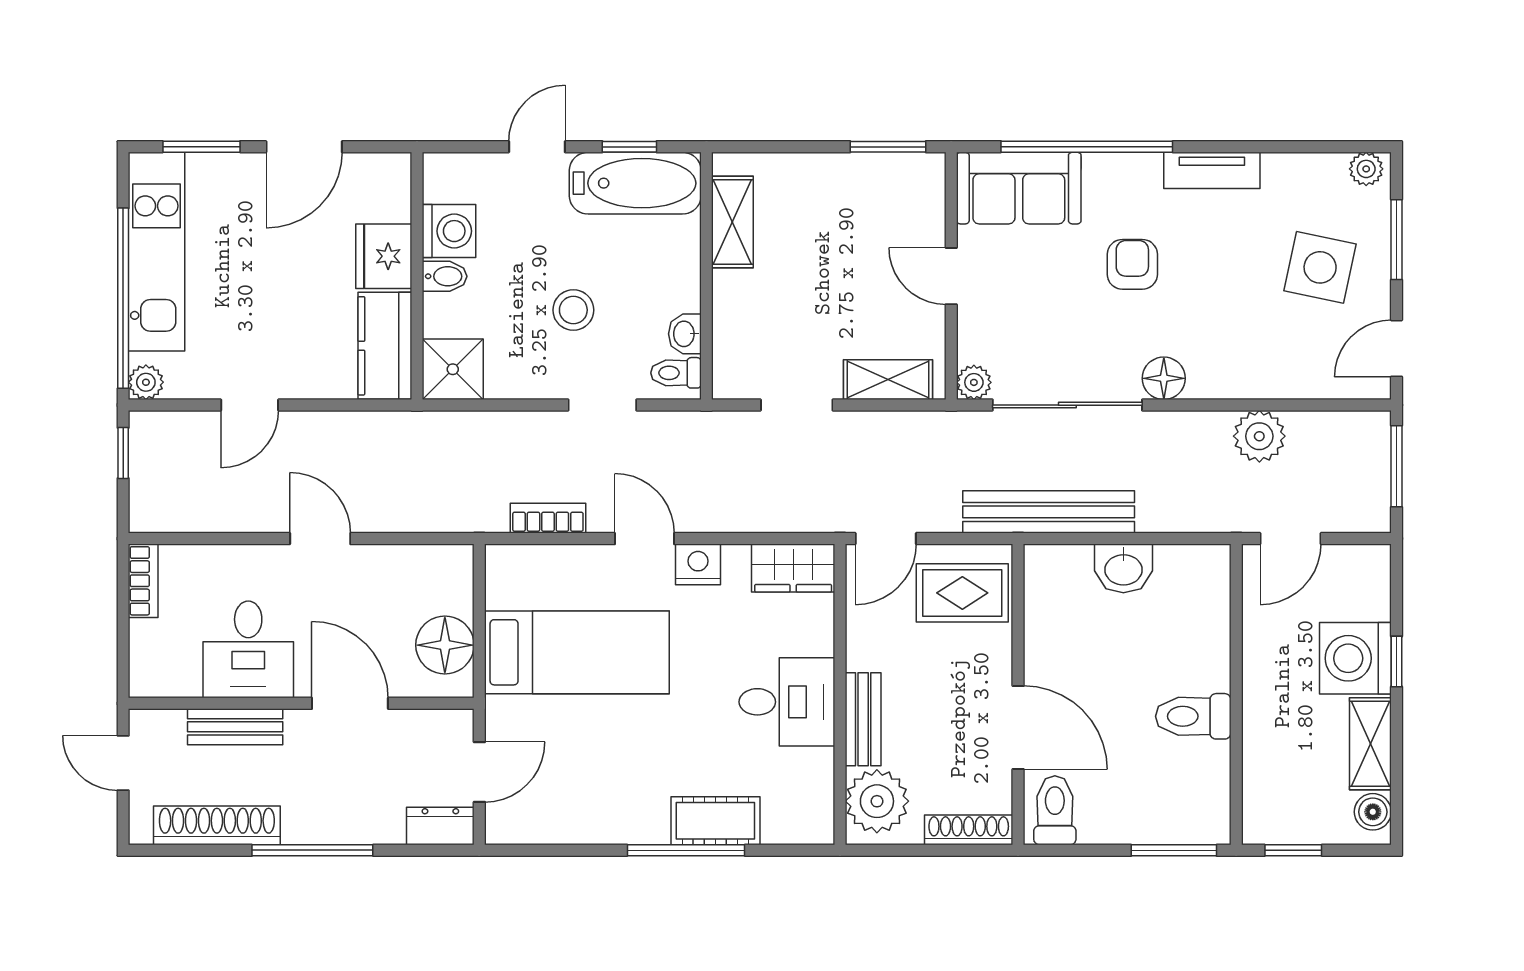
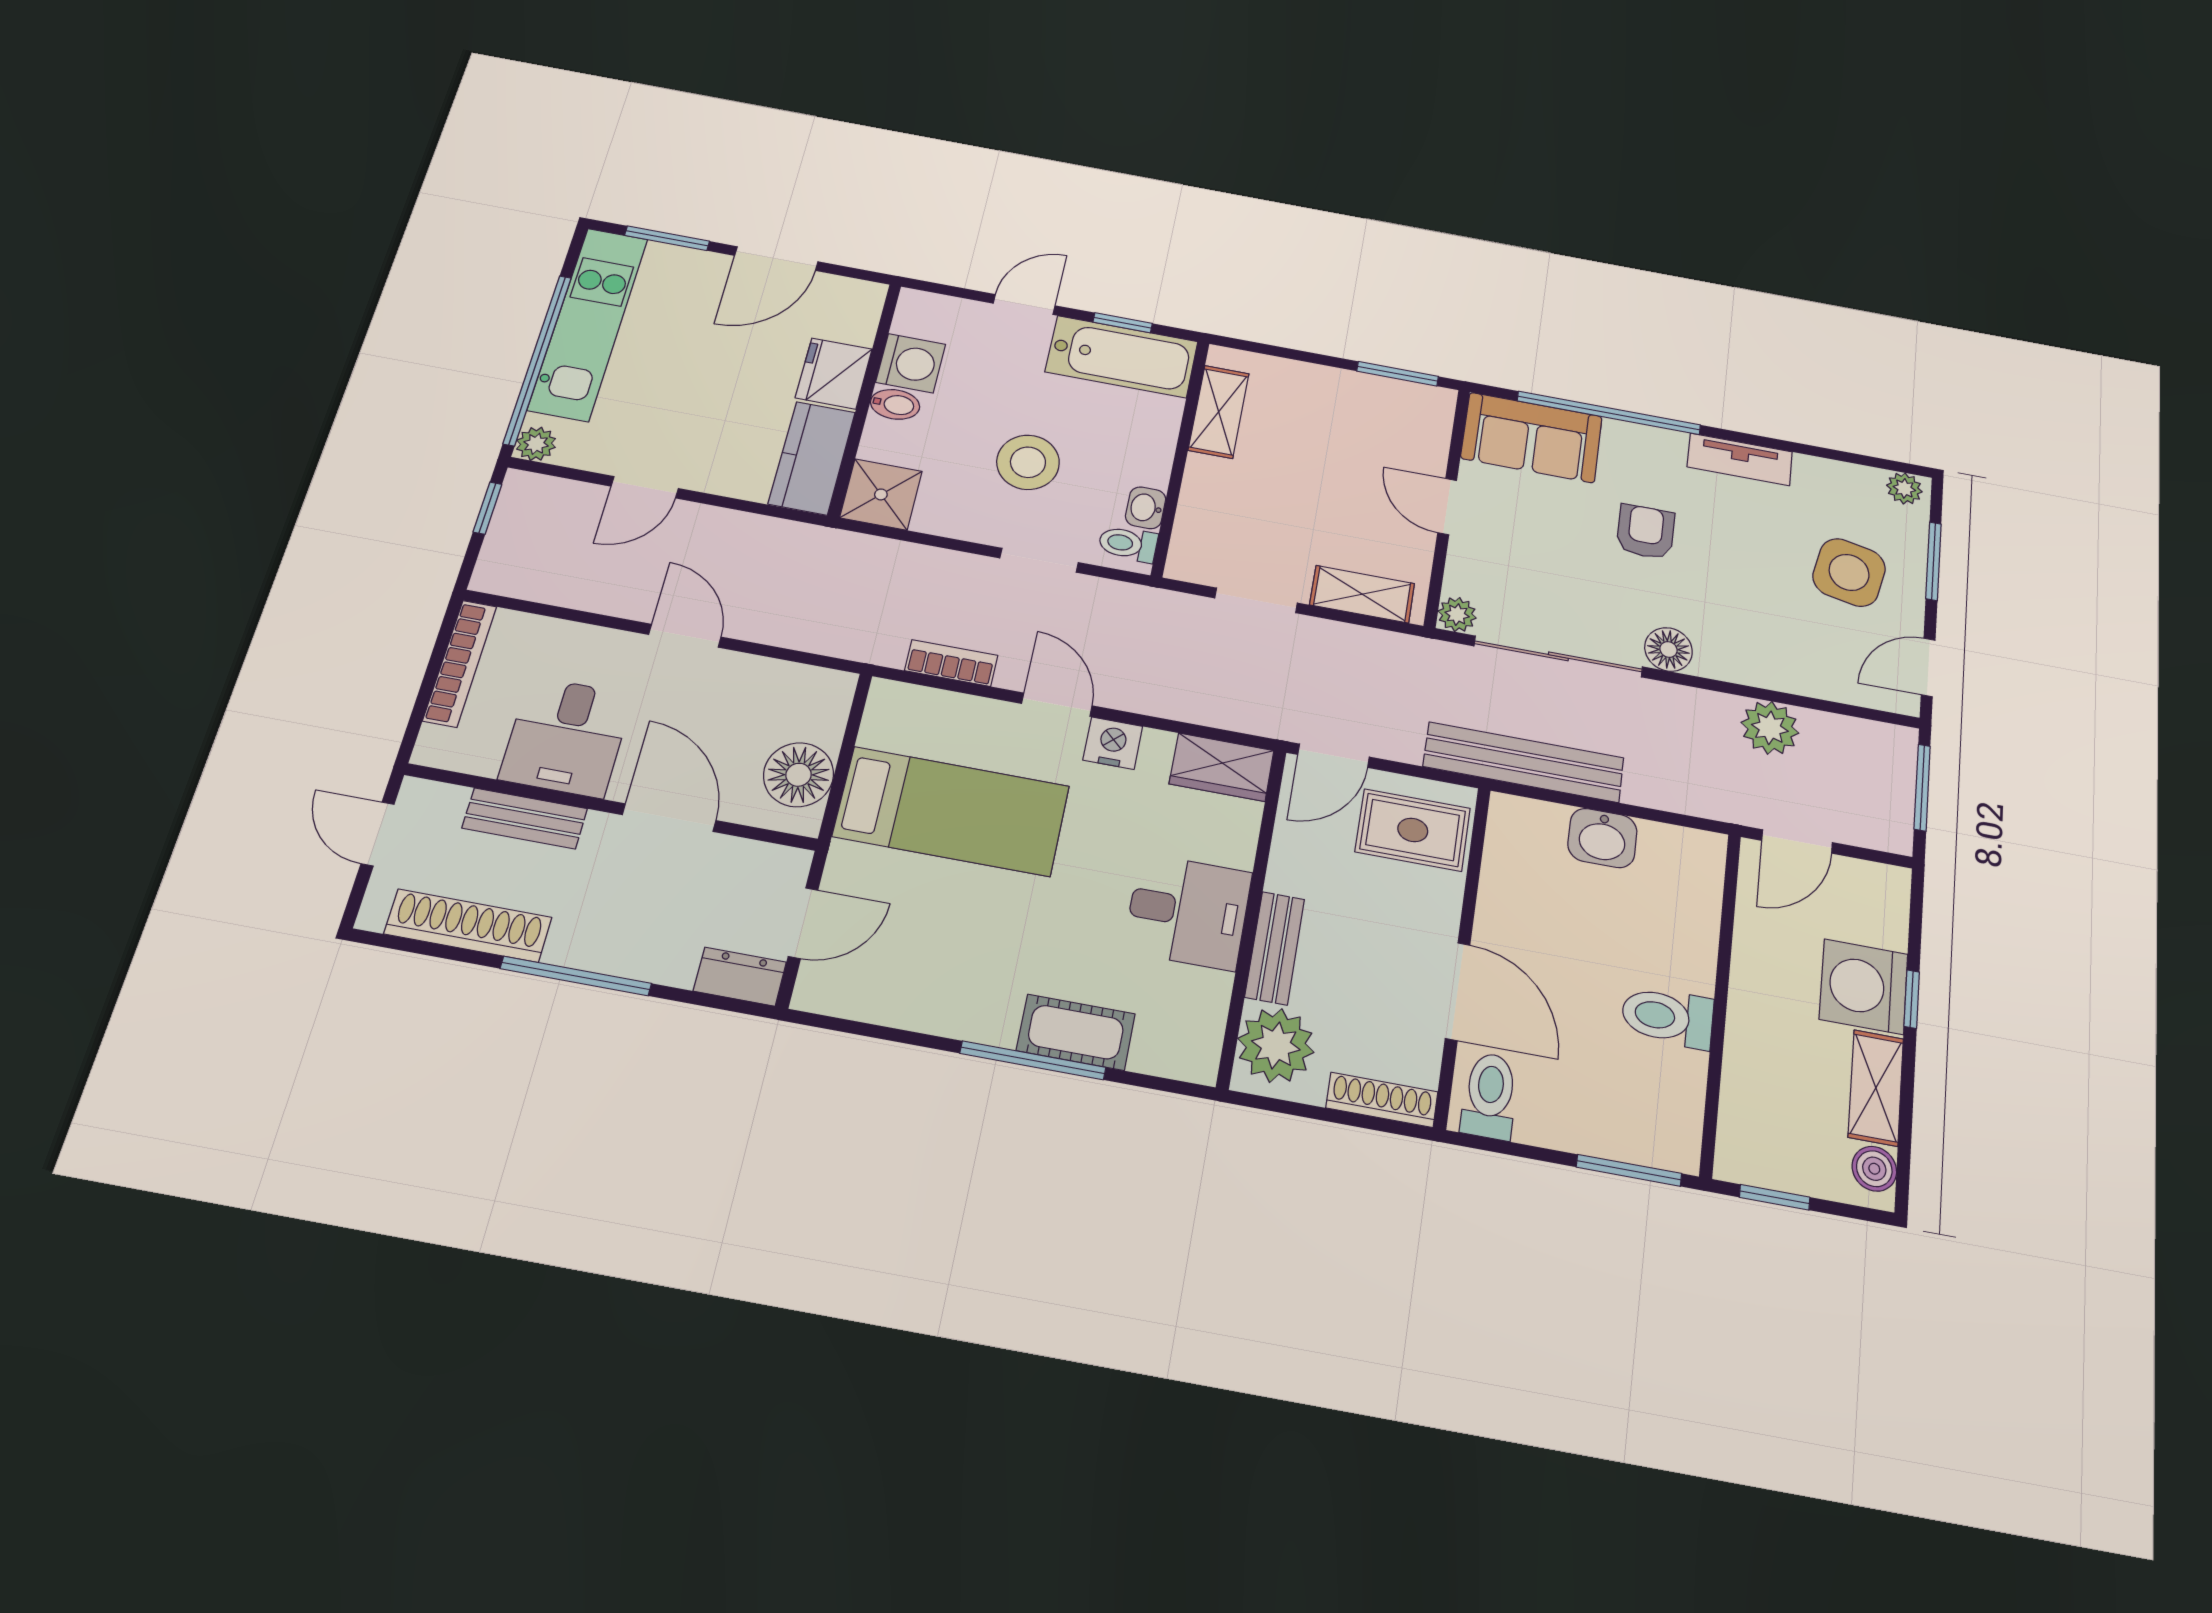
stool: (573, 310) -> (1028, 462), width x1.38, depth x1.38
bookcase: (143, 581) -> (460, 663), width x1.56

